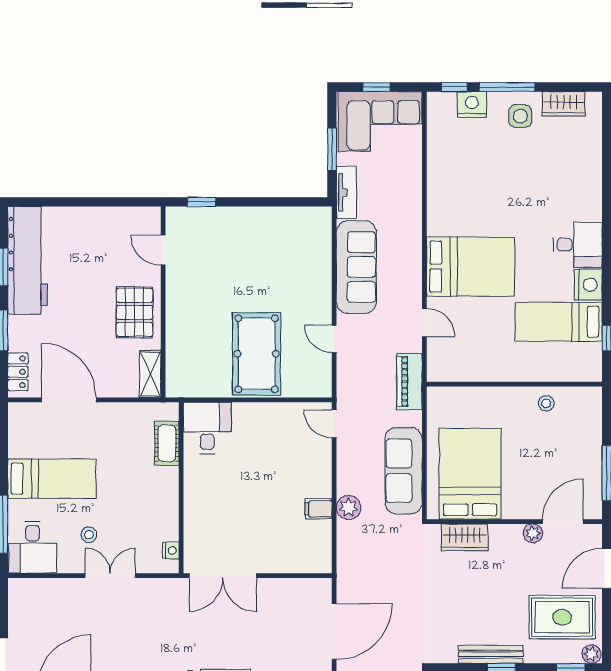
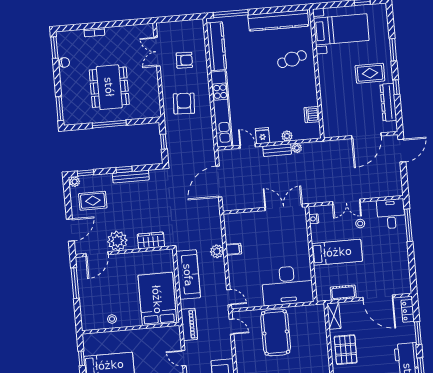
door: (334, 339) -> (232, 327), moved
desk: (207, 428) -> (288, 285), width x1.87, depth x1.30
cot: (167, 443) -> (343, 293), moved, turned 90
bed: (470, 474) -> (157, 299), moved, turned 180
bed: (52, 479) -> (337, 252), moved, turned 180
plant: (533, 533) -> (117, 241), width x1.88, depth x1.88
rug: (562, 617) -> (93, 201), width x0.73, depth x0.70

